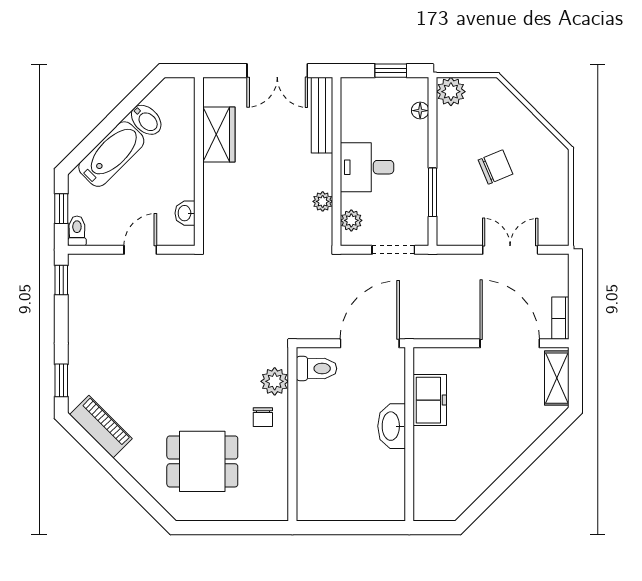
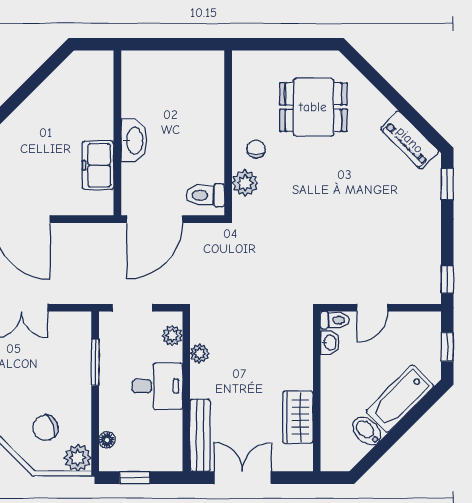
chair: (495, 167) -> (45, 428), moved
toilet: (77, 231) -> (335, 320), moved, turned -90

